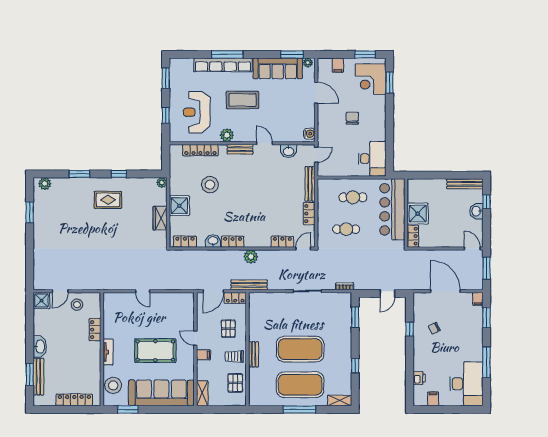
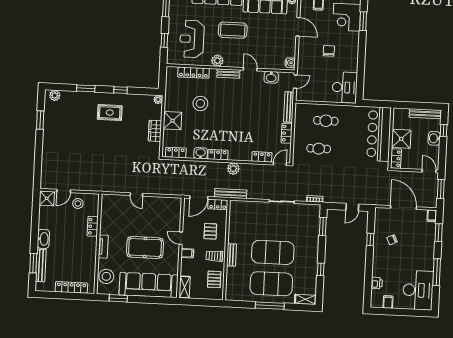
bar counter: (392, 209) -> (379, 134), moved
wall: (406, 213) -> (391, 138), moved
shower: (418, 214) -> (401, 139), moved
locker: (413, 236) -> (396, 159), moved

